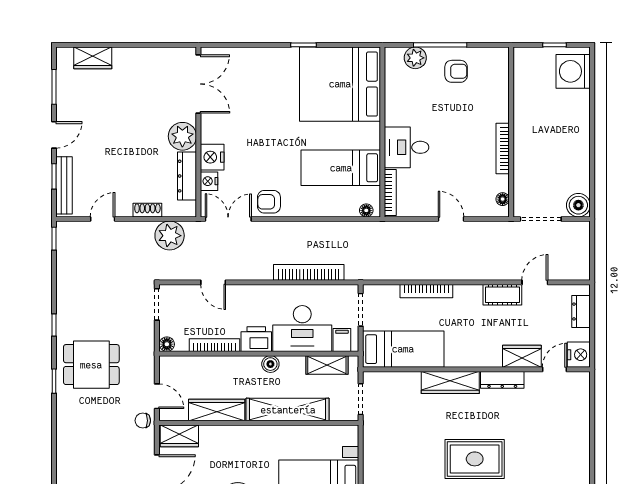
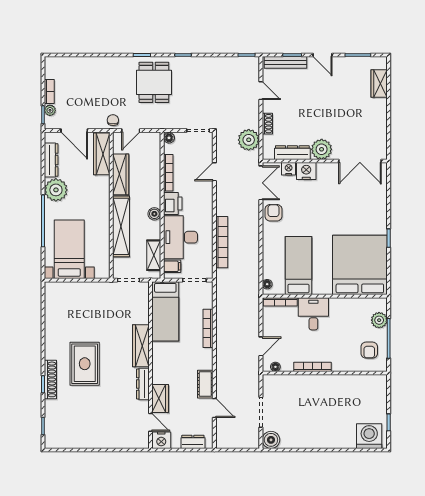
wall: (511, 132) -> (325, 373), moved
bookcase: (503, 148) -> (313, 367), moved
floor lamp: (503, 199) -> (275, 367), moved
wardrobe: (179, 436) -> (102, 154), width x1.50

